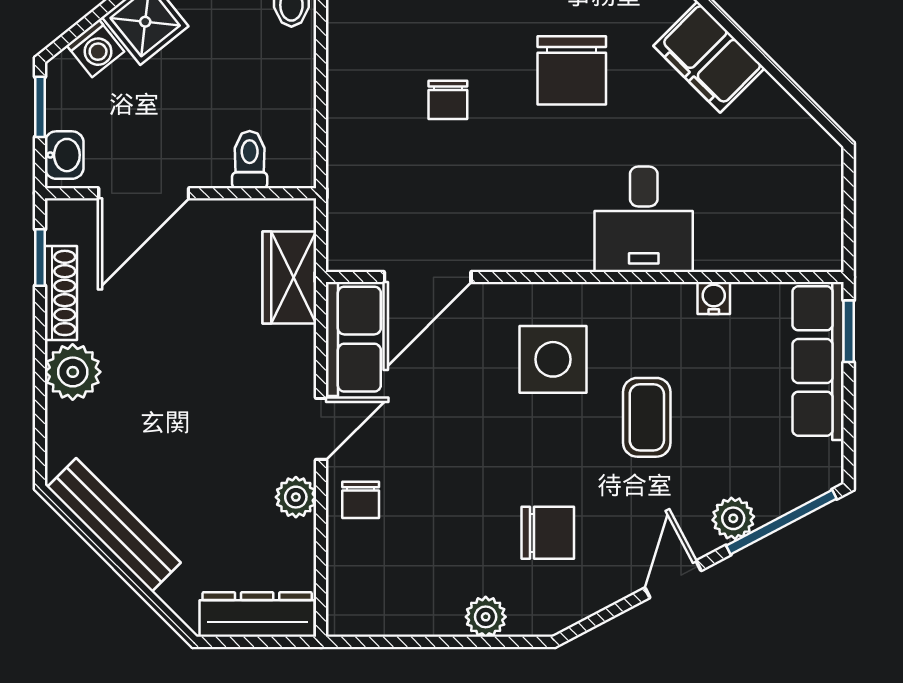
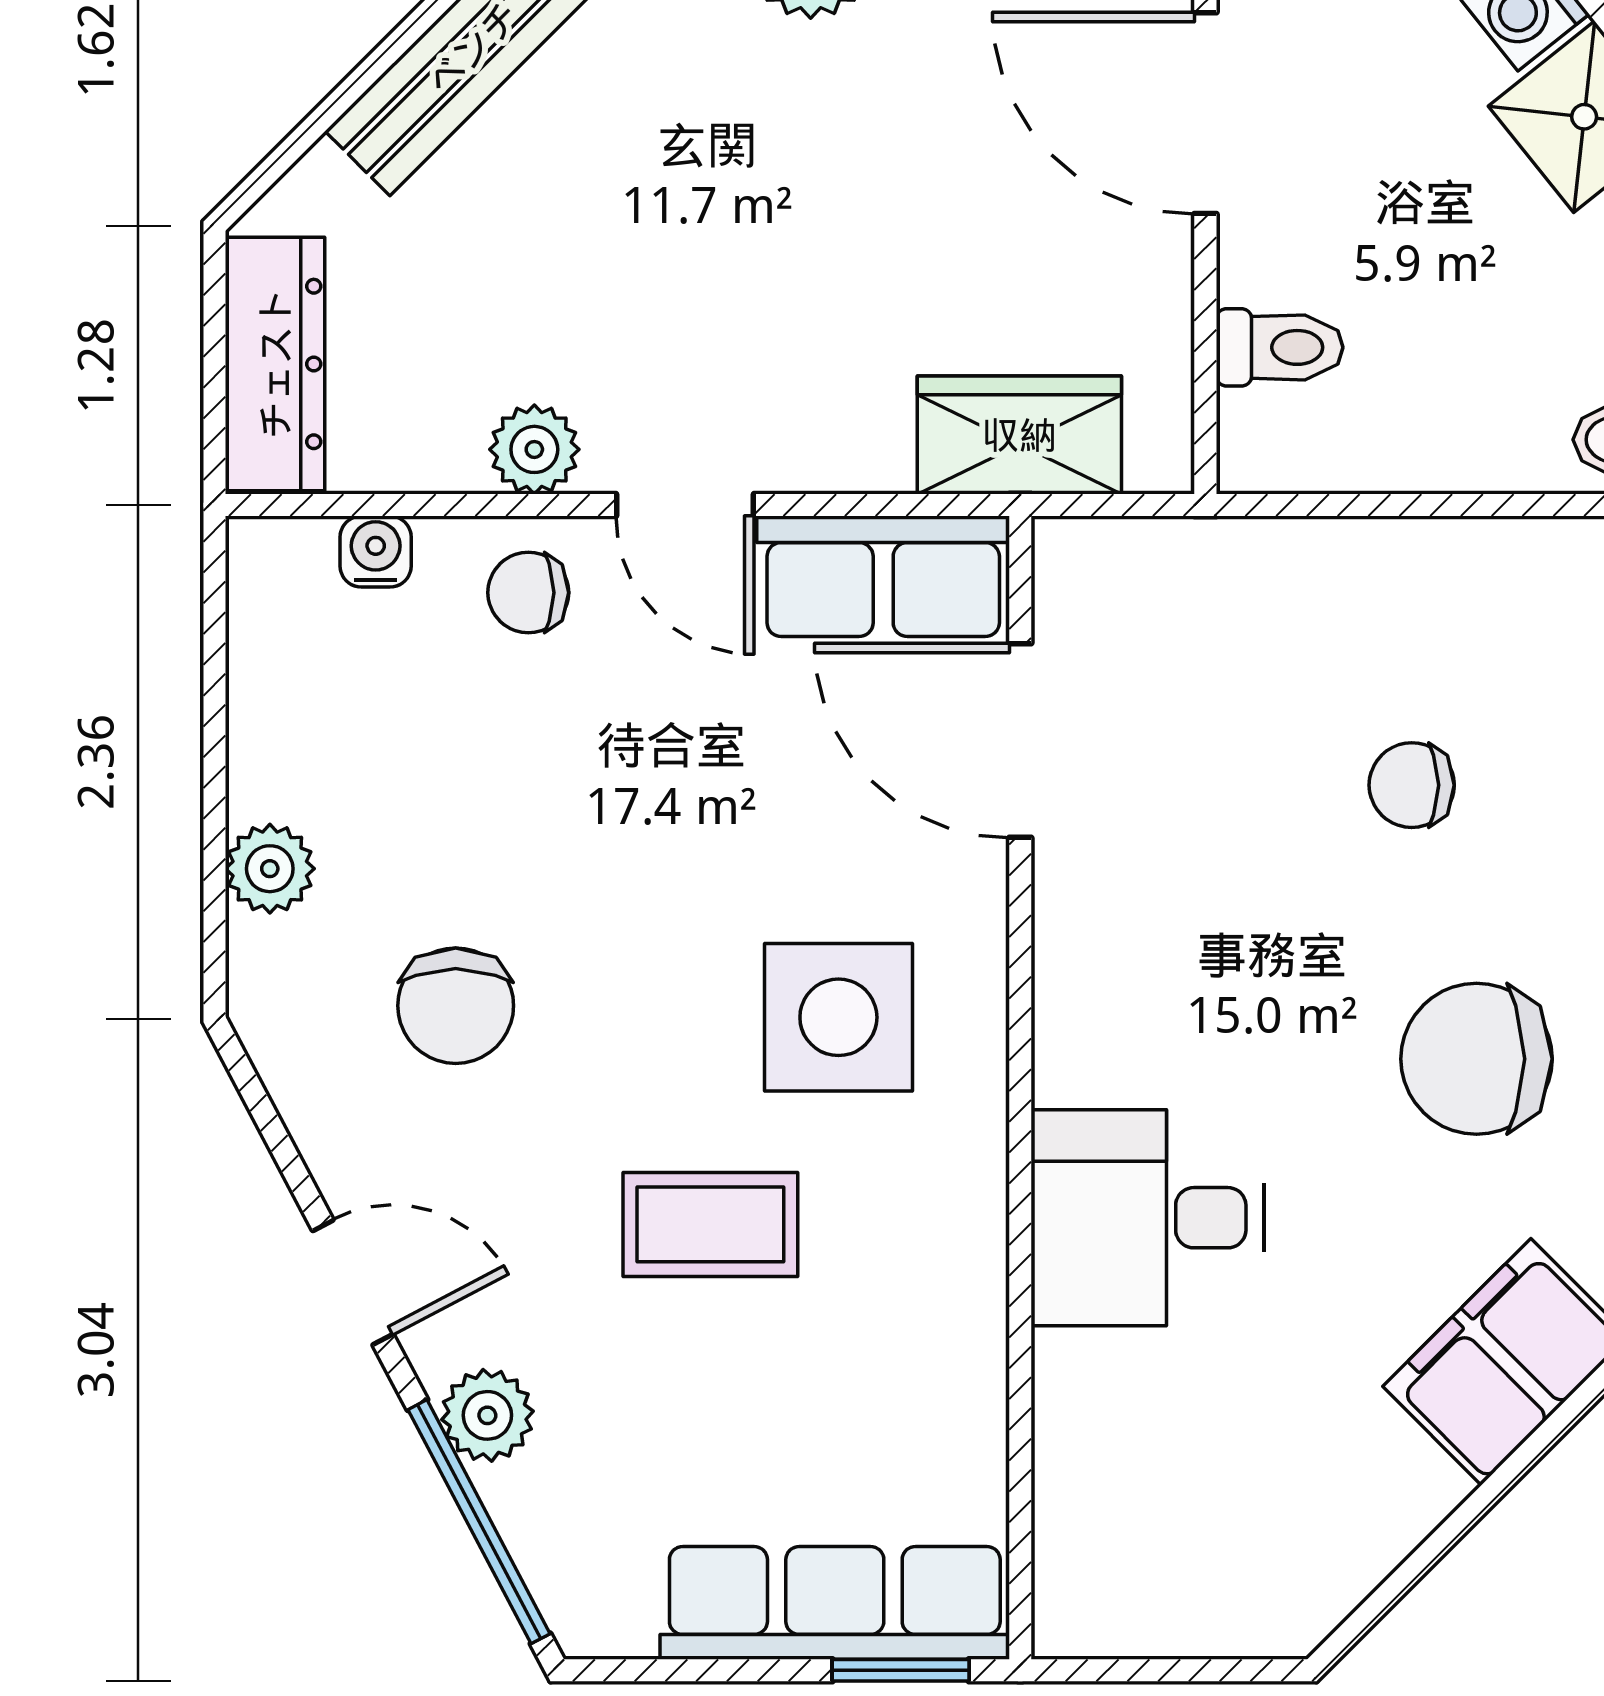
water cooler: (714, 298) -> (376, 552), moved, turned -90

